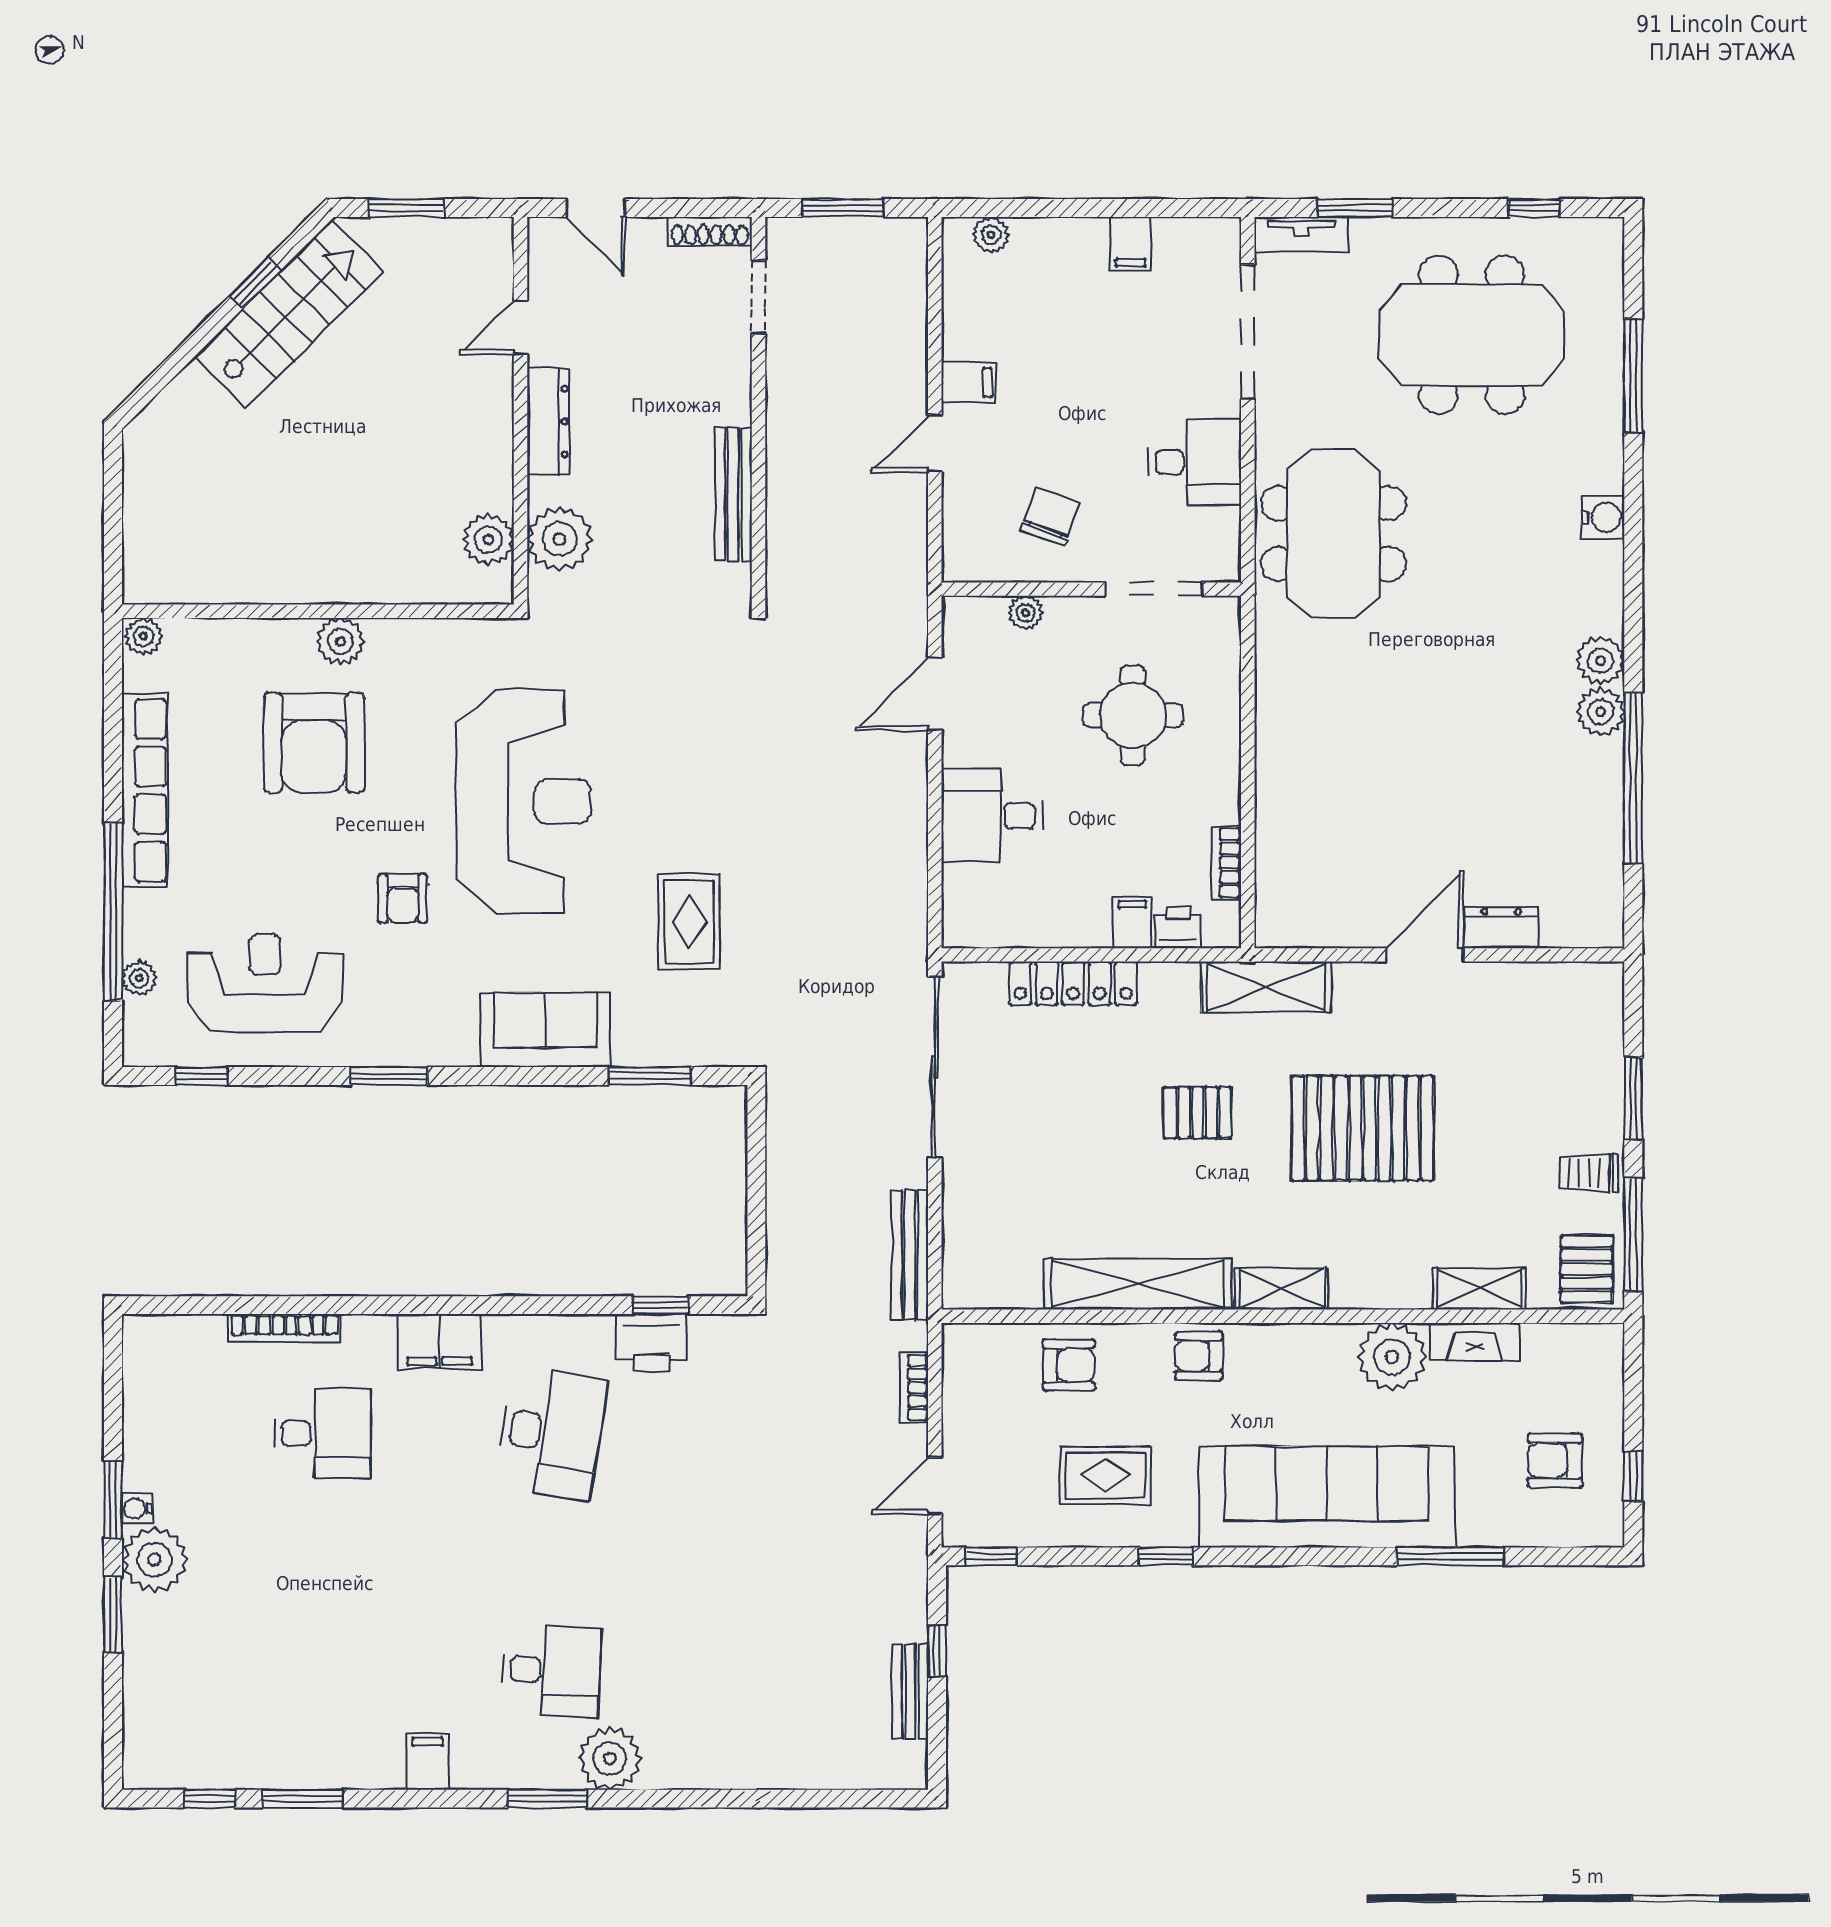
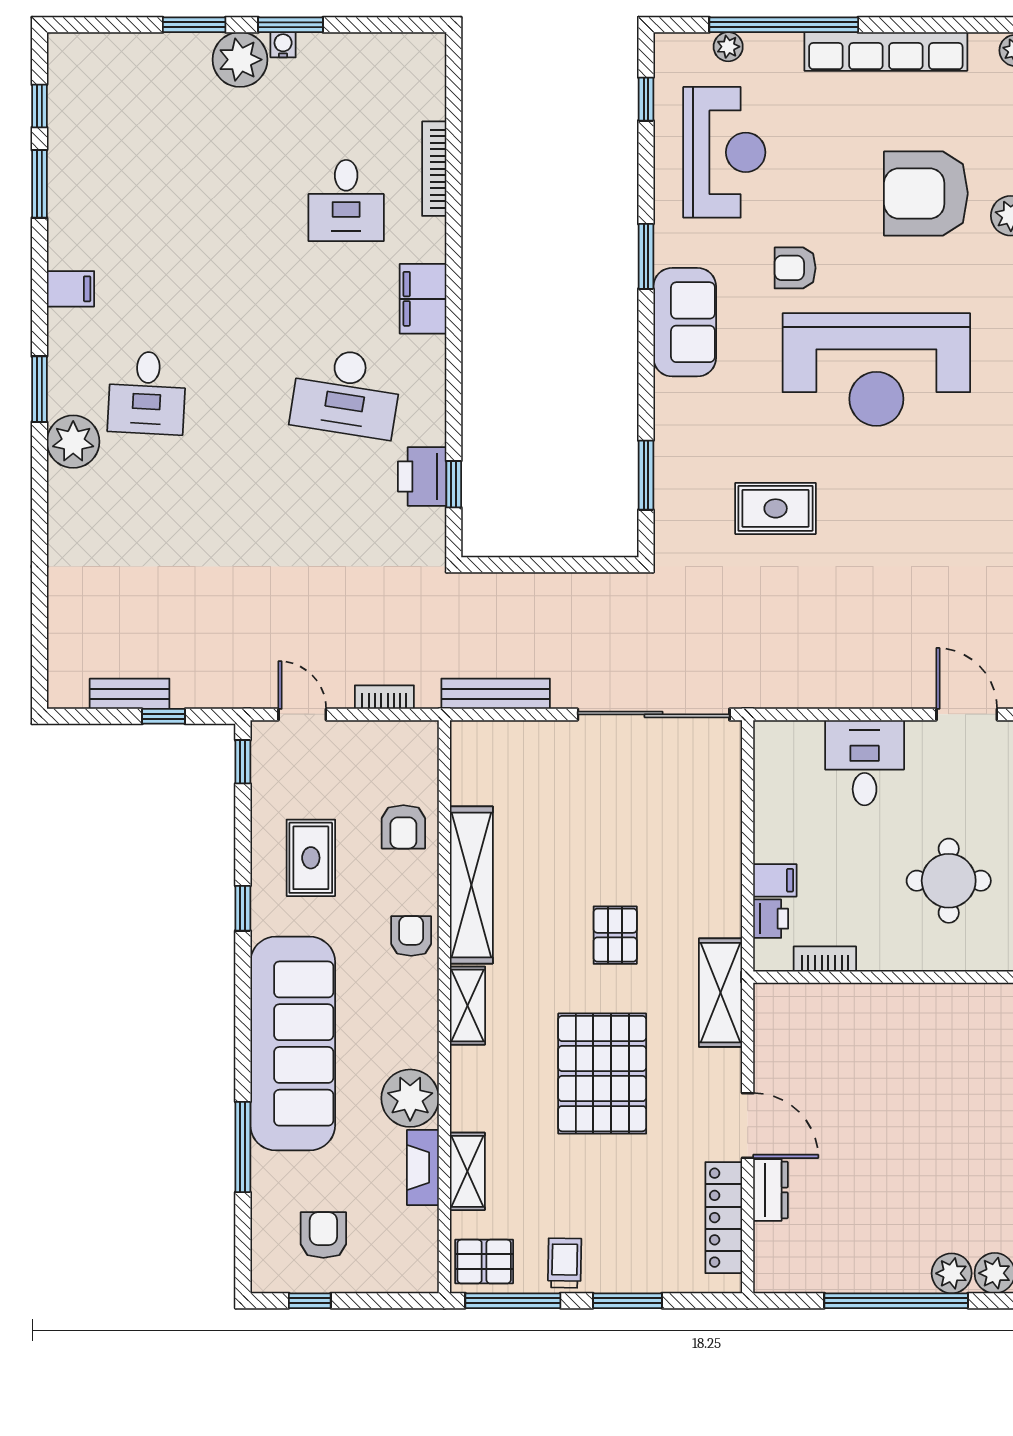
locker: (1073, 983) -> (724, 1218), moved
sofa: (546, 1030) -> (685, 322), moved

